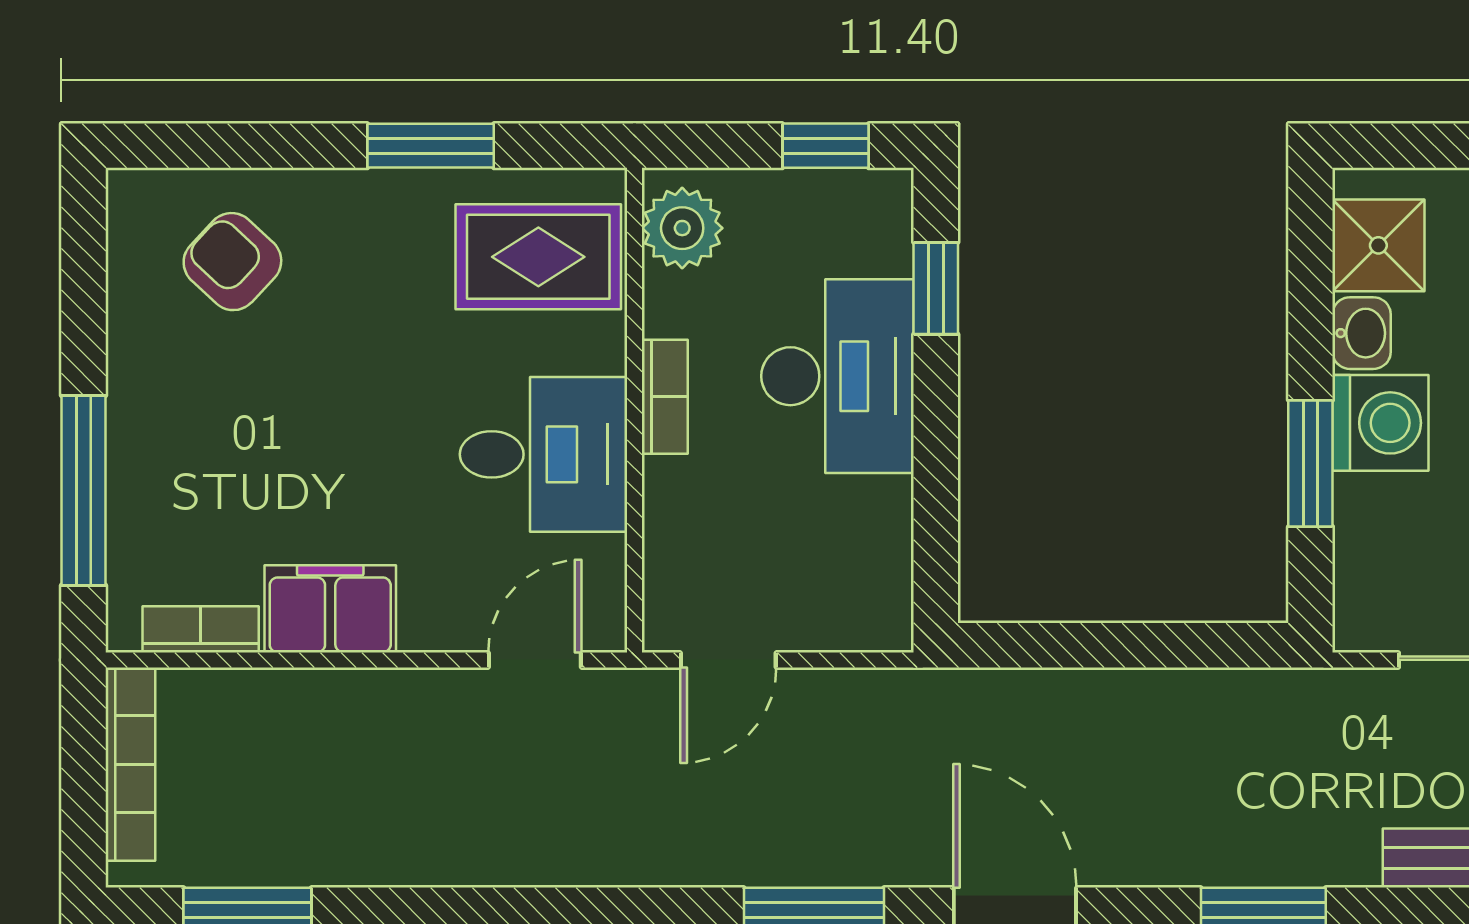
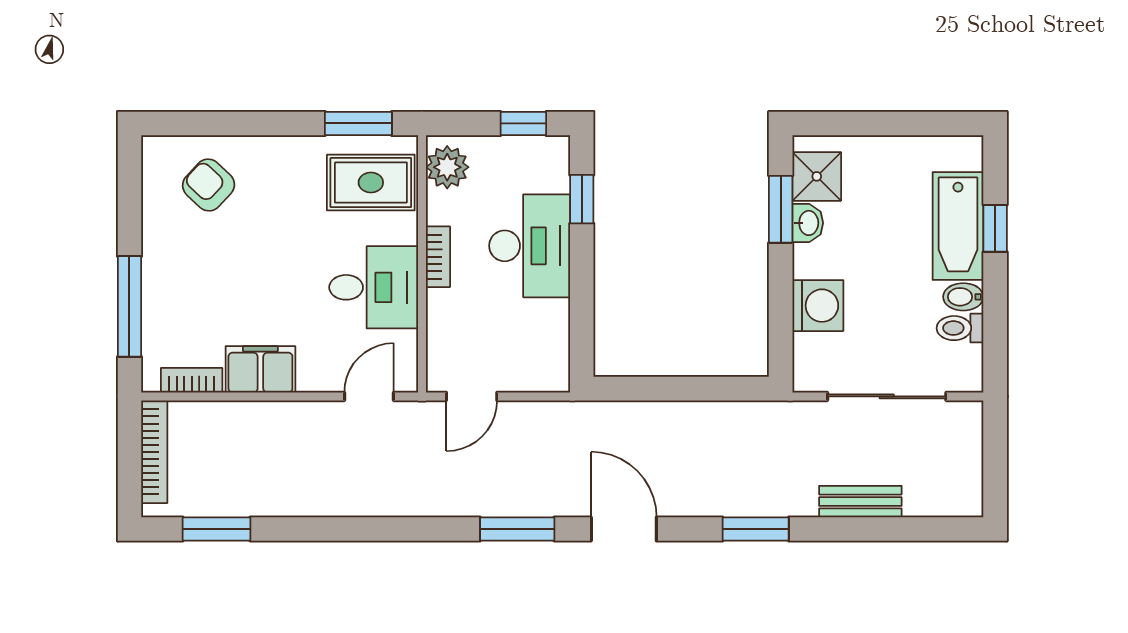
window: (431, 146) -> (358, 123), moved
washing machine: (1380, 423) -> (818, 306), moved
window: (1310, 463) -> (781, 209), moved

